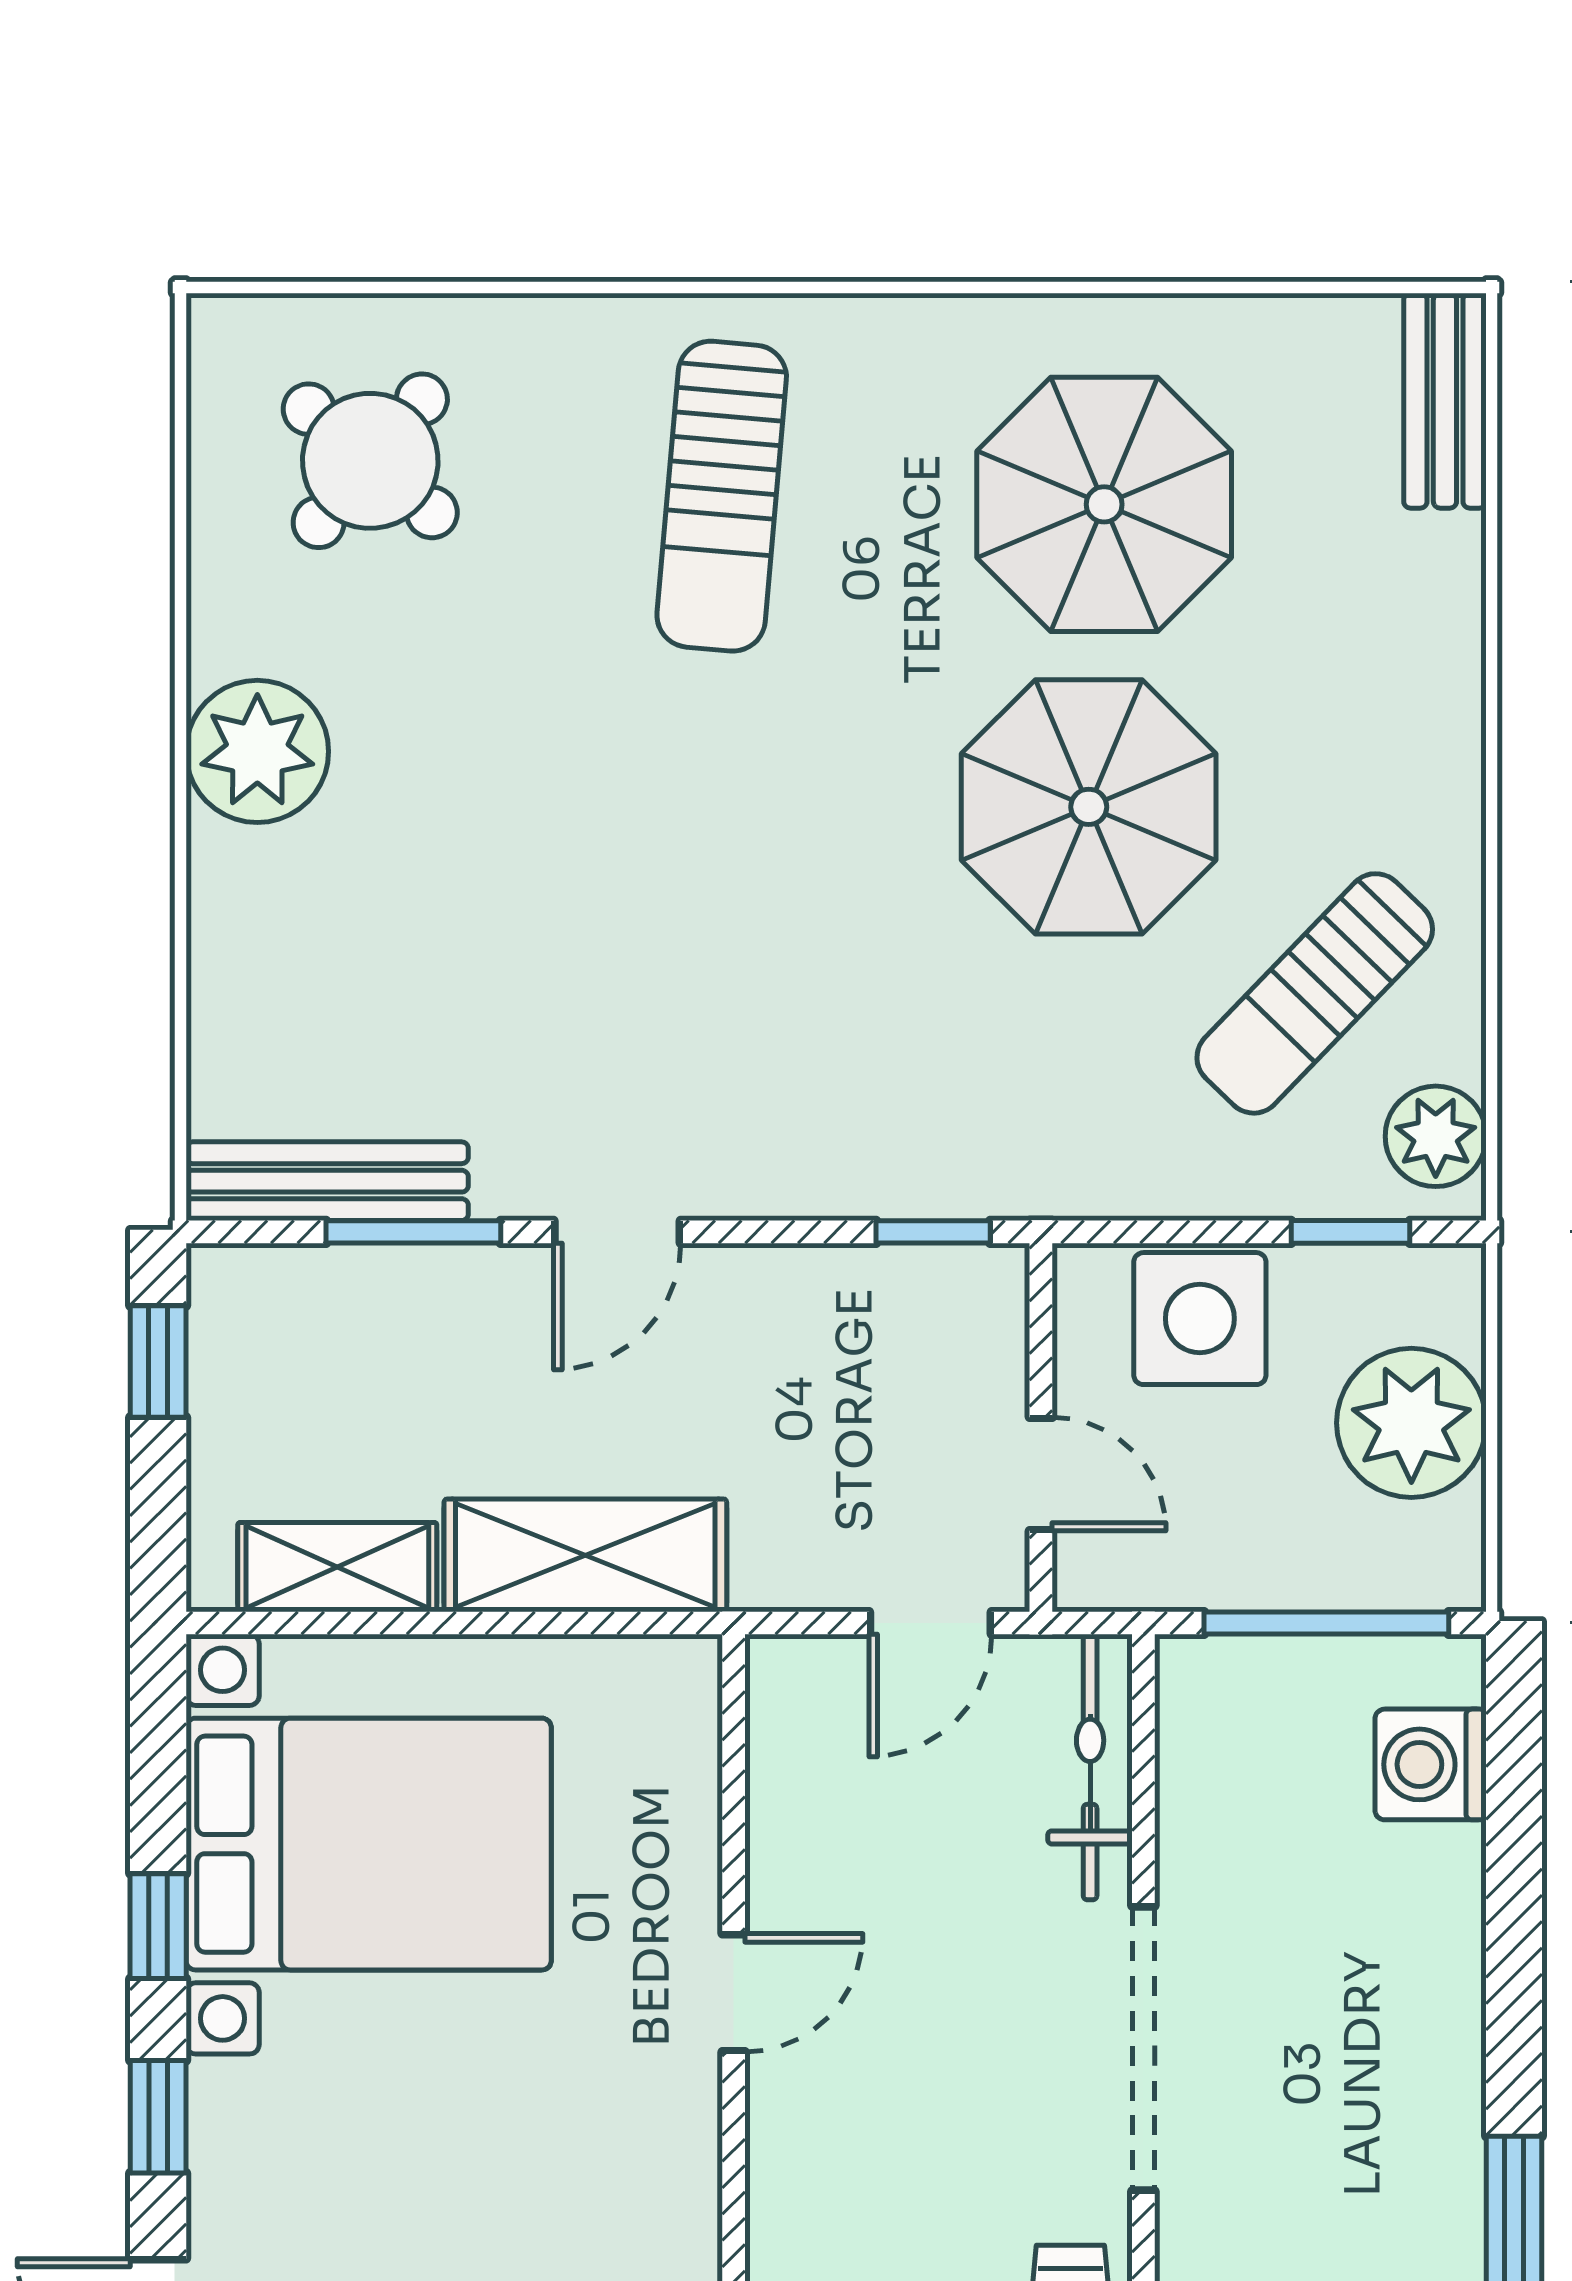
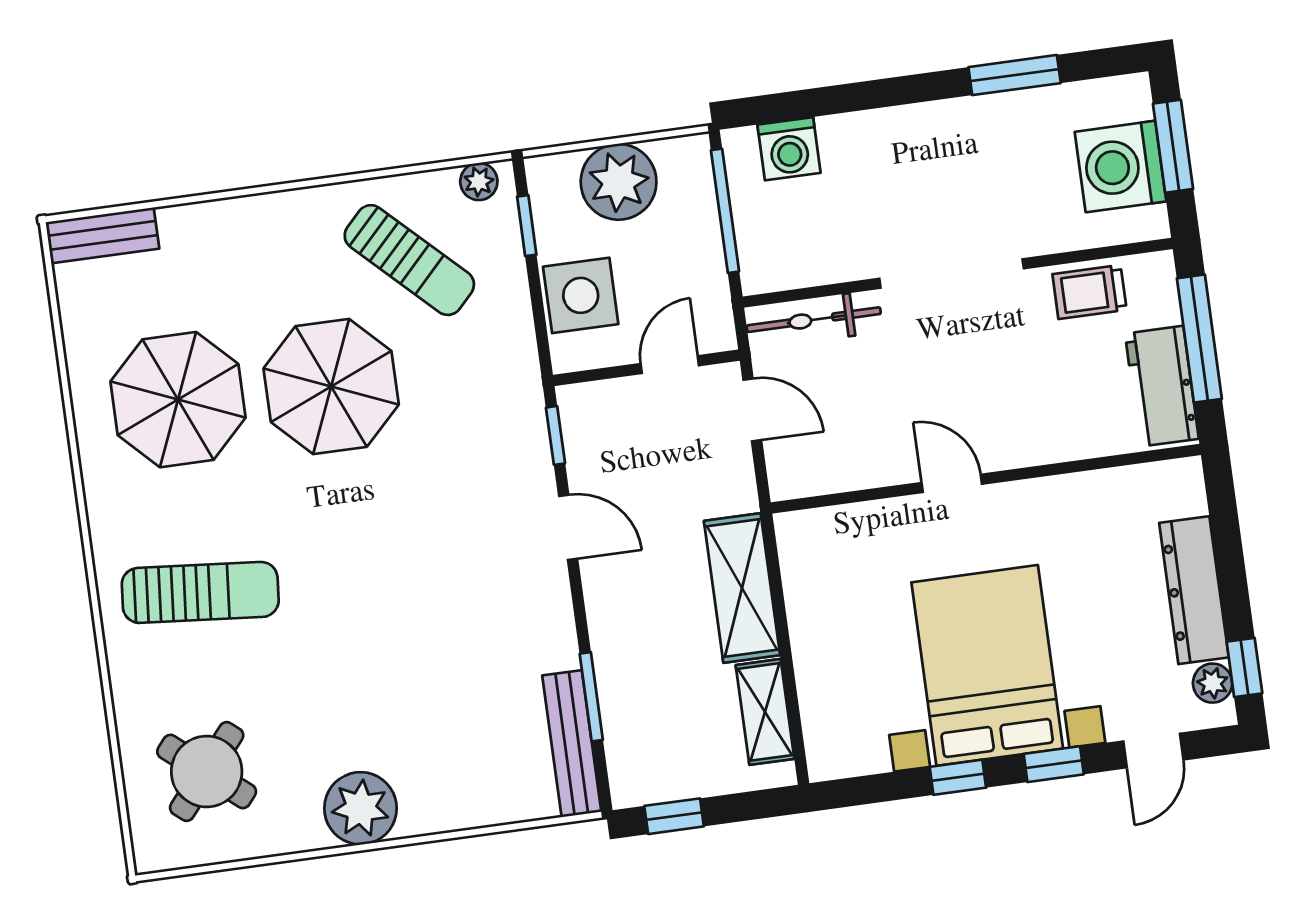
plant: (1436, 1136) -> (479, 182), width x0.73, depth x0.73
door: (617, 1232) -> (568, 527), moved
bed with nightstands: (369, 1844) -> (987, 665), moved

